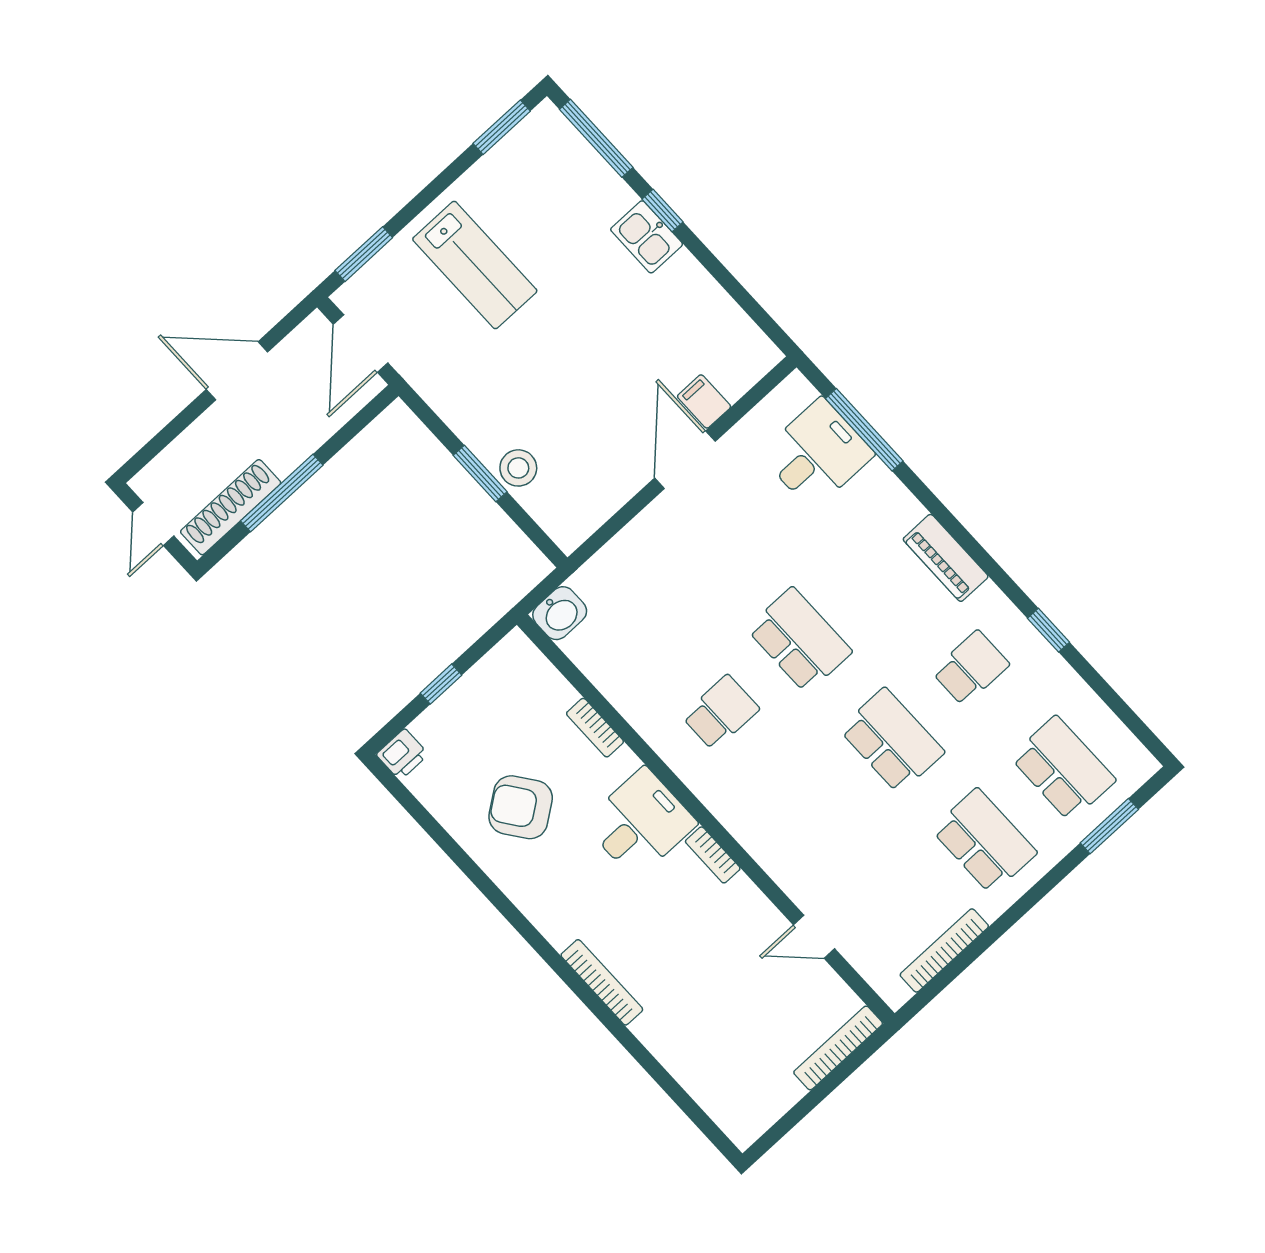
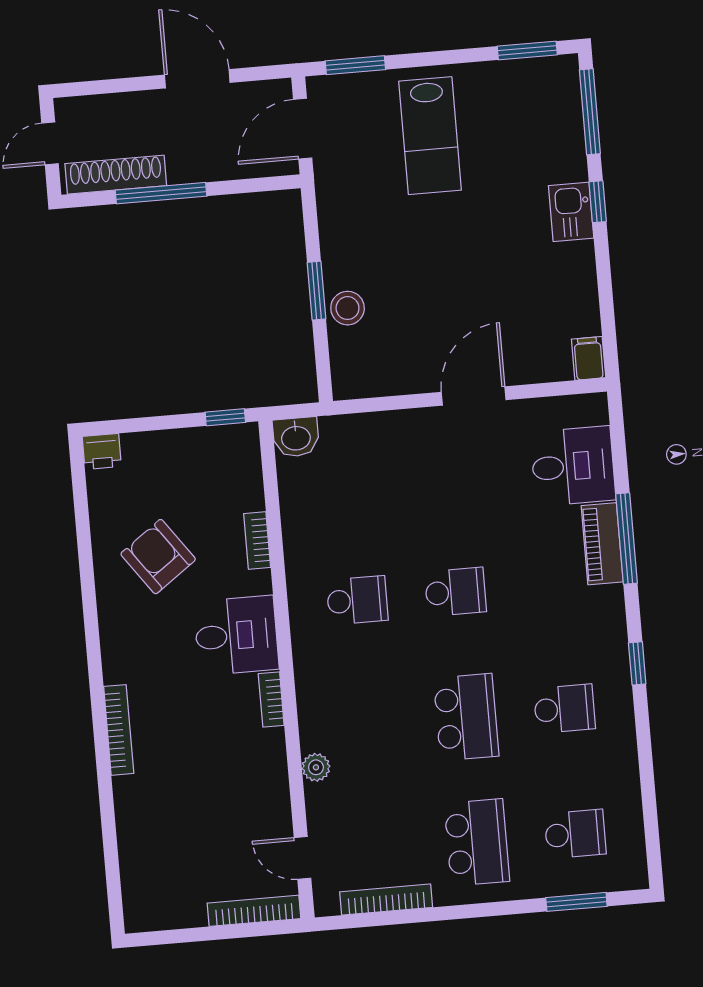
filing cabinet: (704, 401) -> (589, 358), moved
window: (864, 430) -> (627, 538), moved
piano: (946, 558) -> (602, 544), moved
window: (1048, 630) -> (637, 663), moved
school desk: (799, 640) -> (455, 592), width x0.54
window: (441, 684) -> (225, 417), moved
school desk: (1063, 769) -> (575, 834), width x0.54
plant: (796, 883) -> (316, 767), added
door: (814, 937) -> (303, 858), moved

